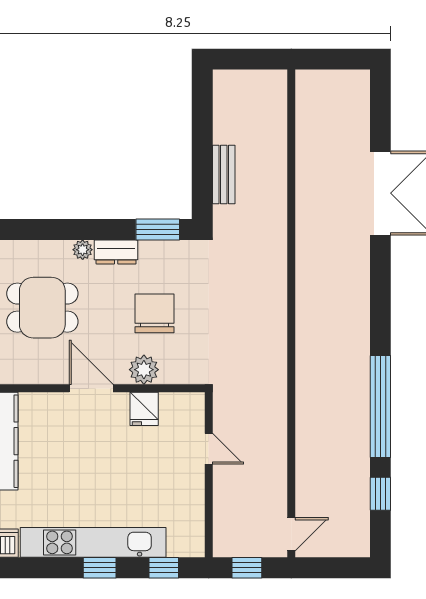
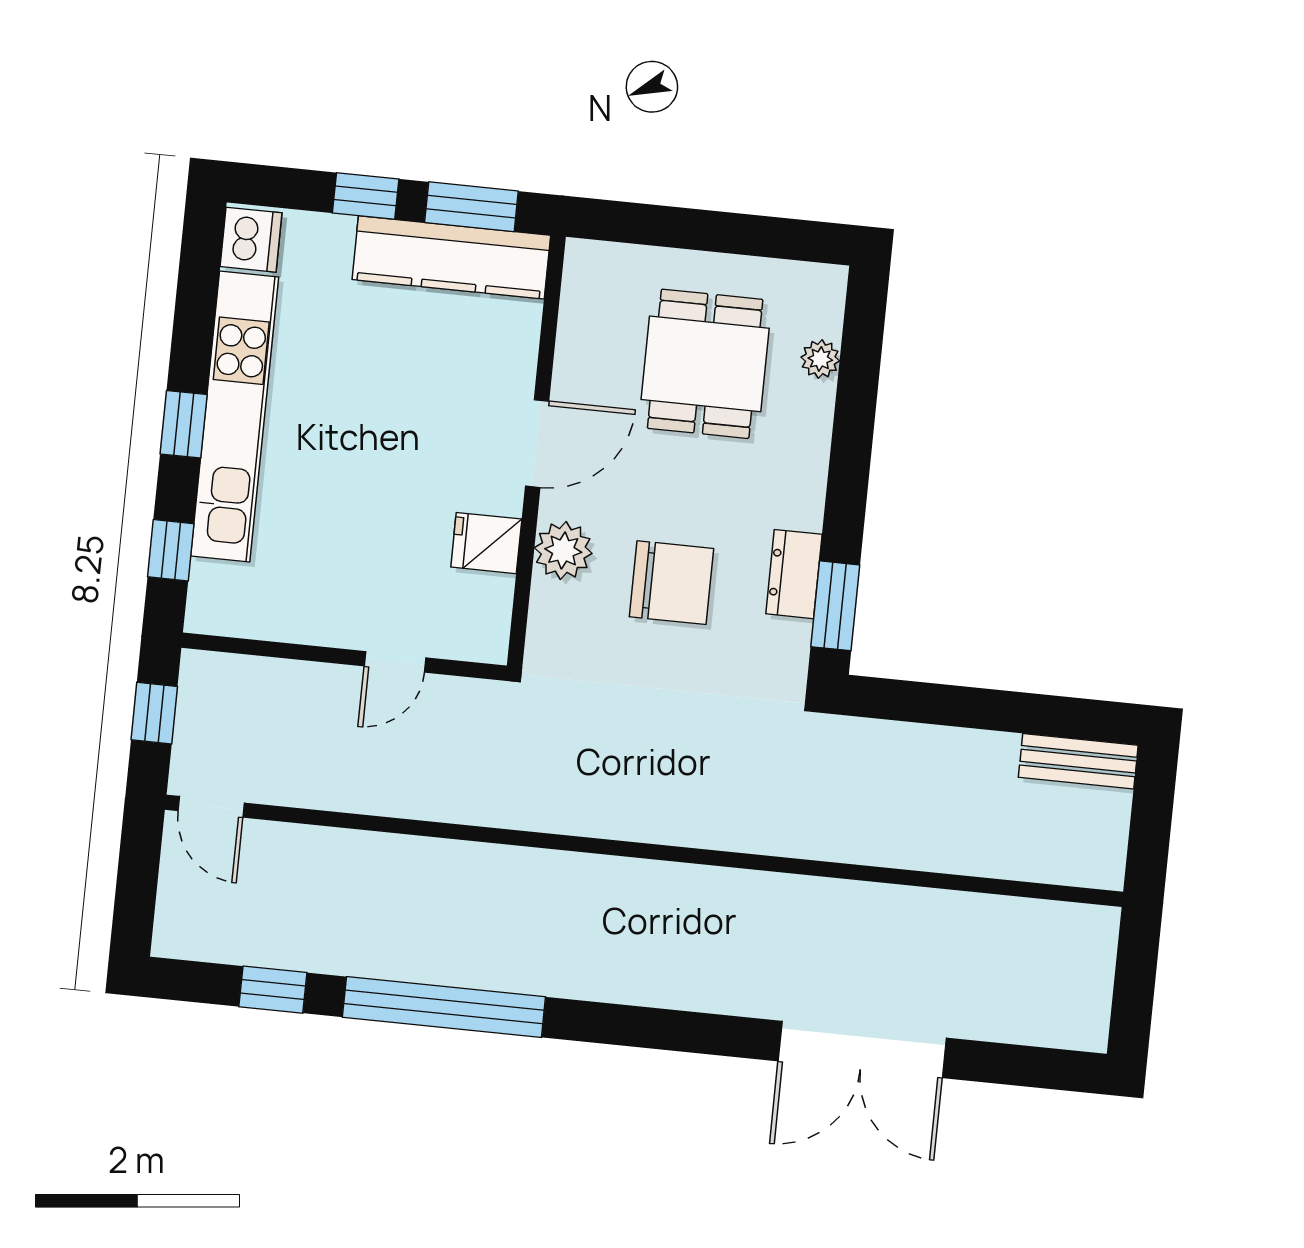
bench: (224, 174) -> (1078, 761), moved
plant: (83, 250) -> (820, 359), moved
dresser: (116, 252) -> (794, 574), moved

